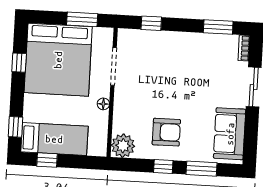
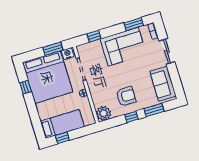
nightstand: (102, 35) -> (68, 54), added
corner sofa: (190, 55) -> (123, 47), added
window: (16, 127) -> (37, 125), removed

